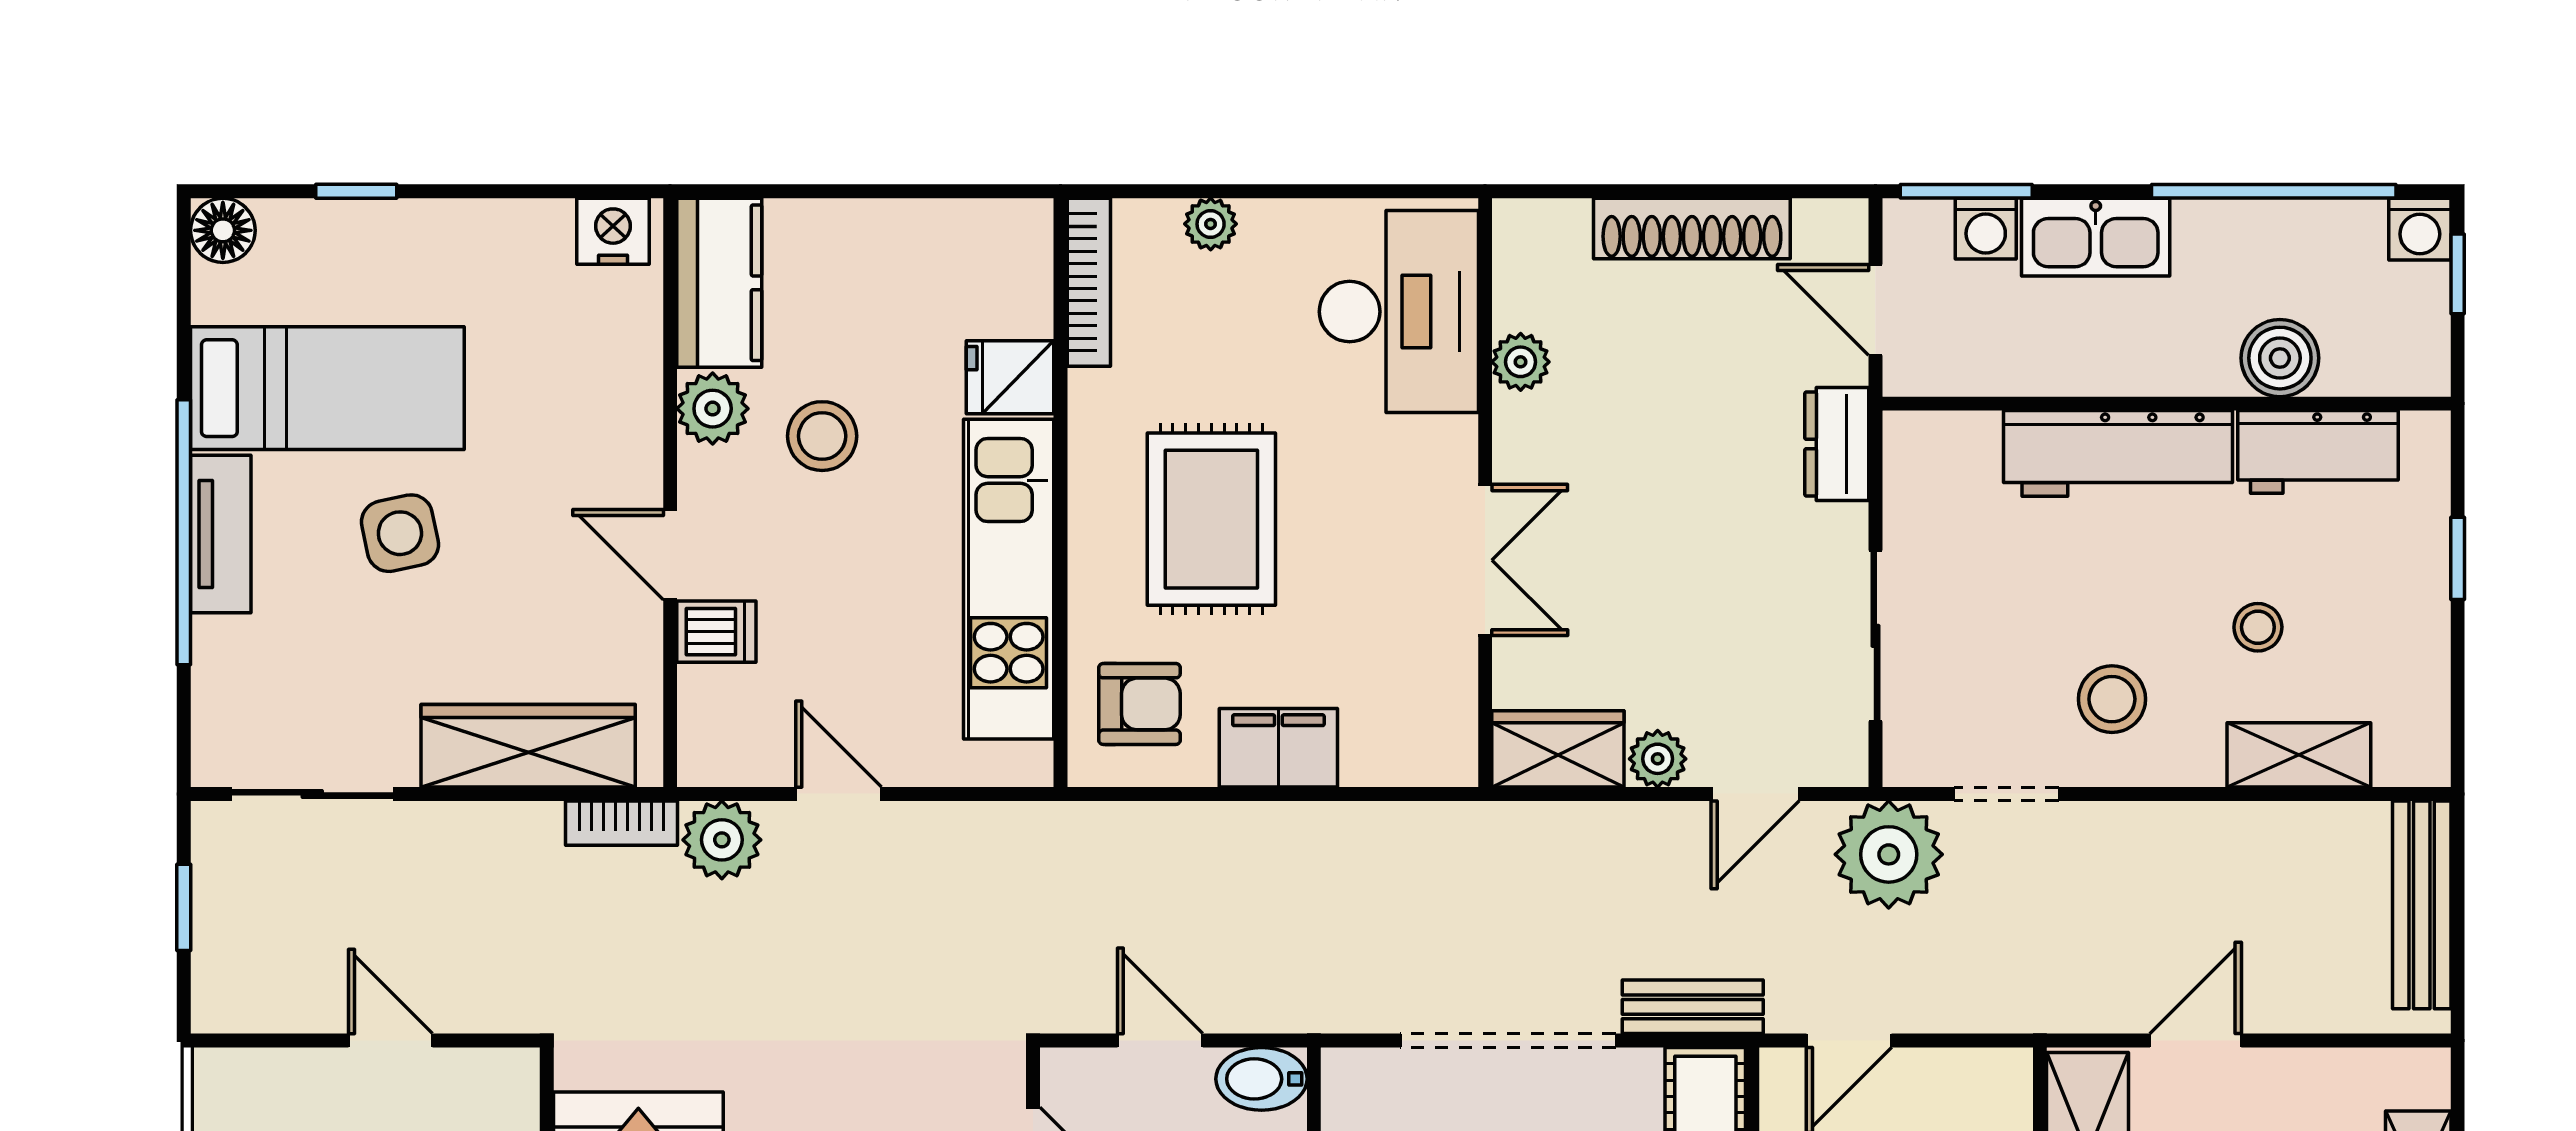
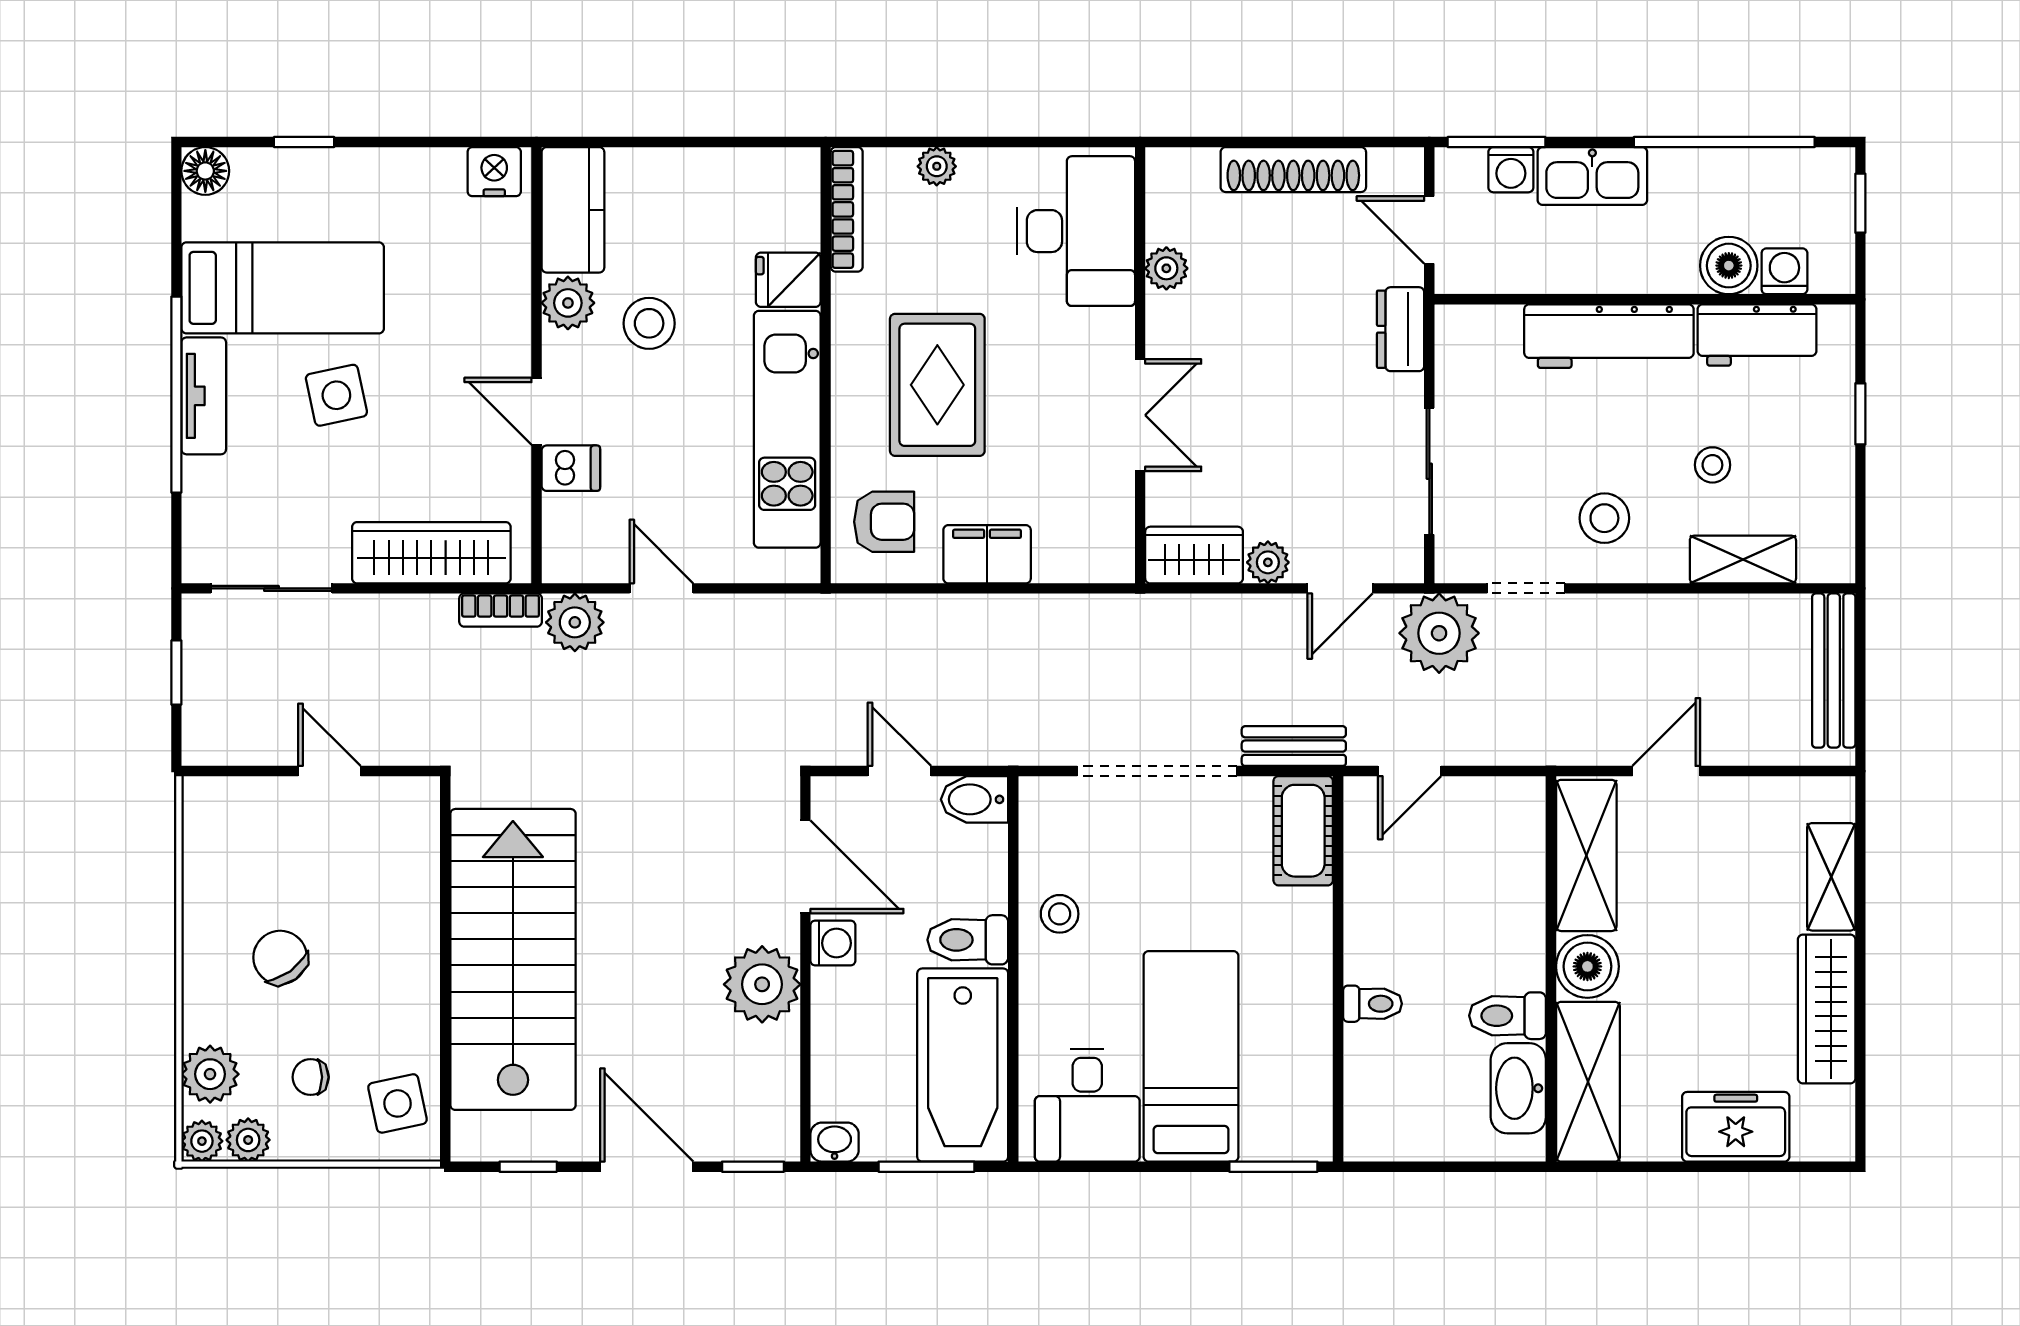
washing machine: (2420, 229) -> (1784, 271), moved, turned 180

